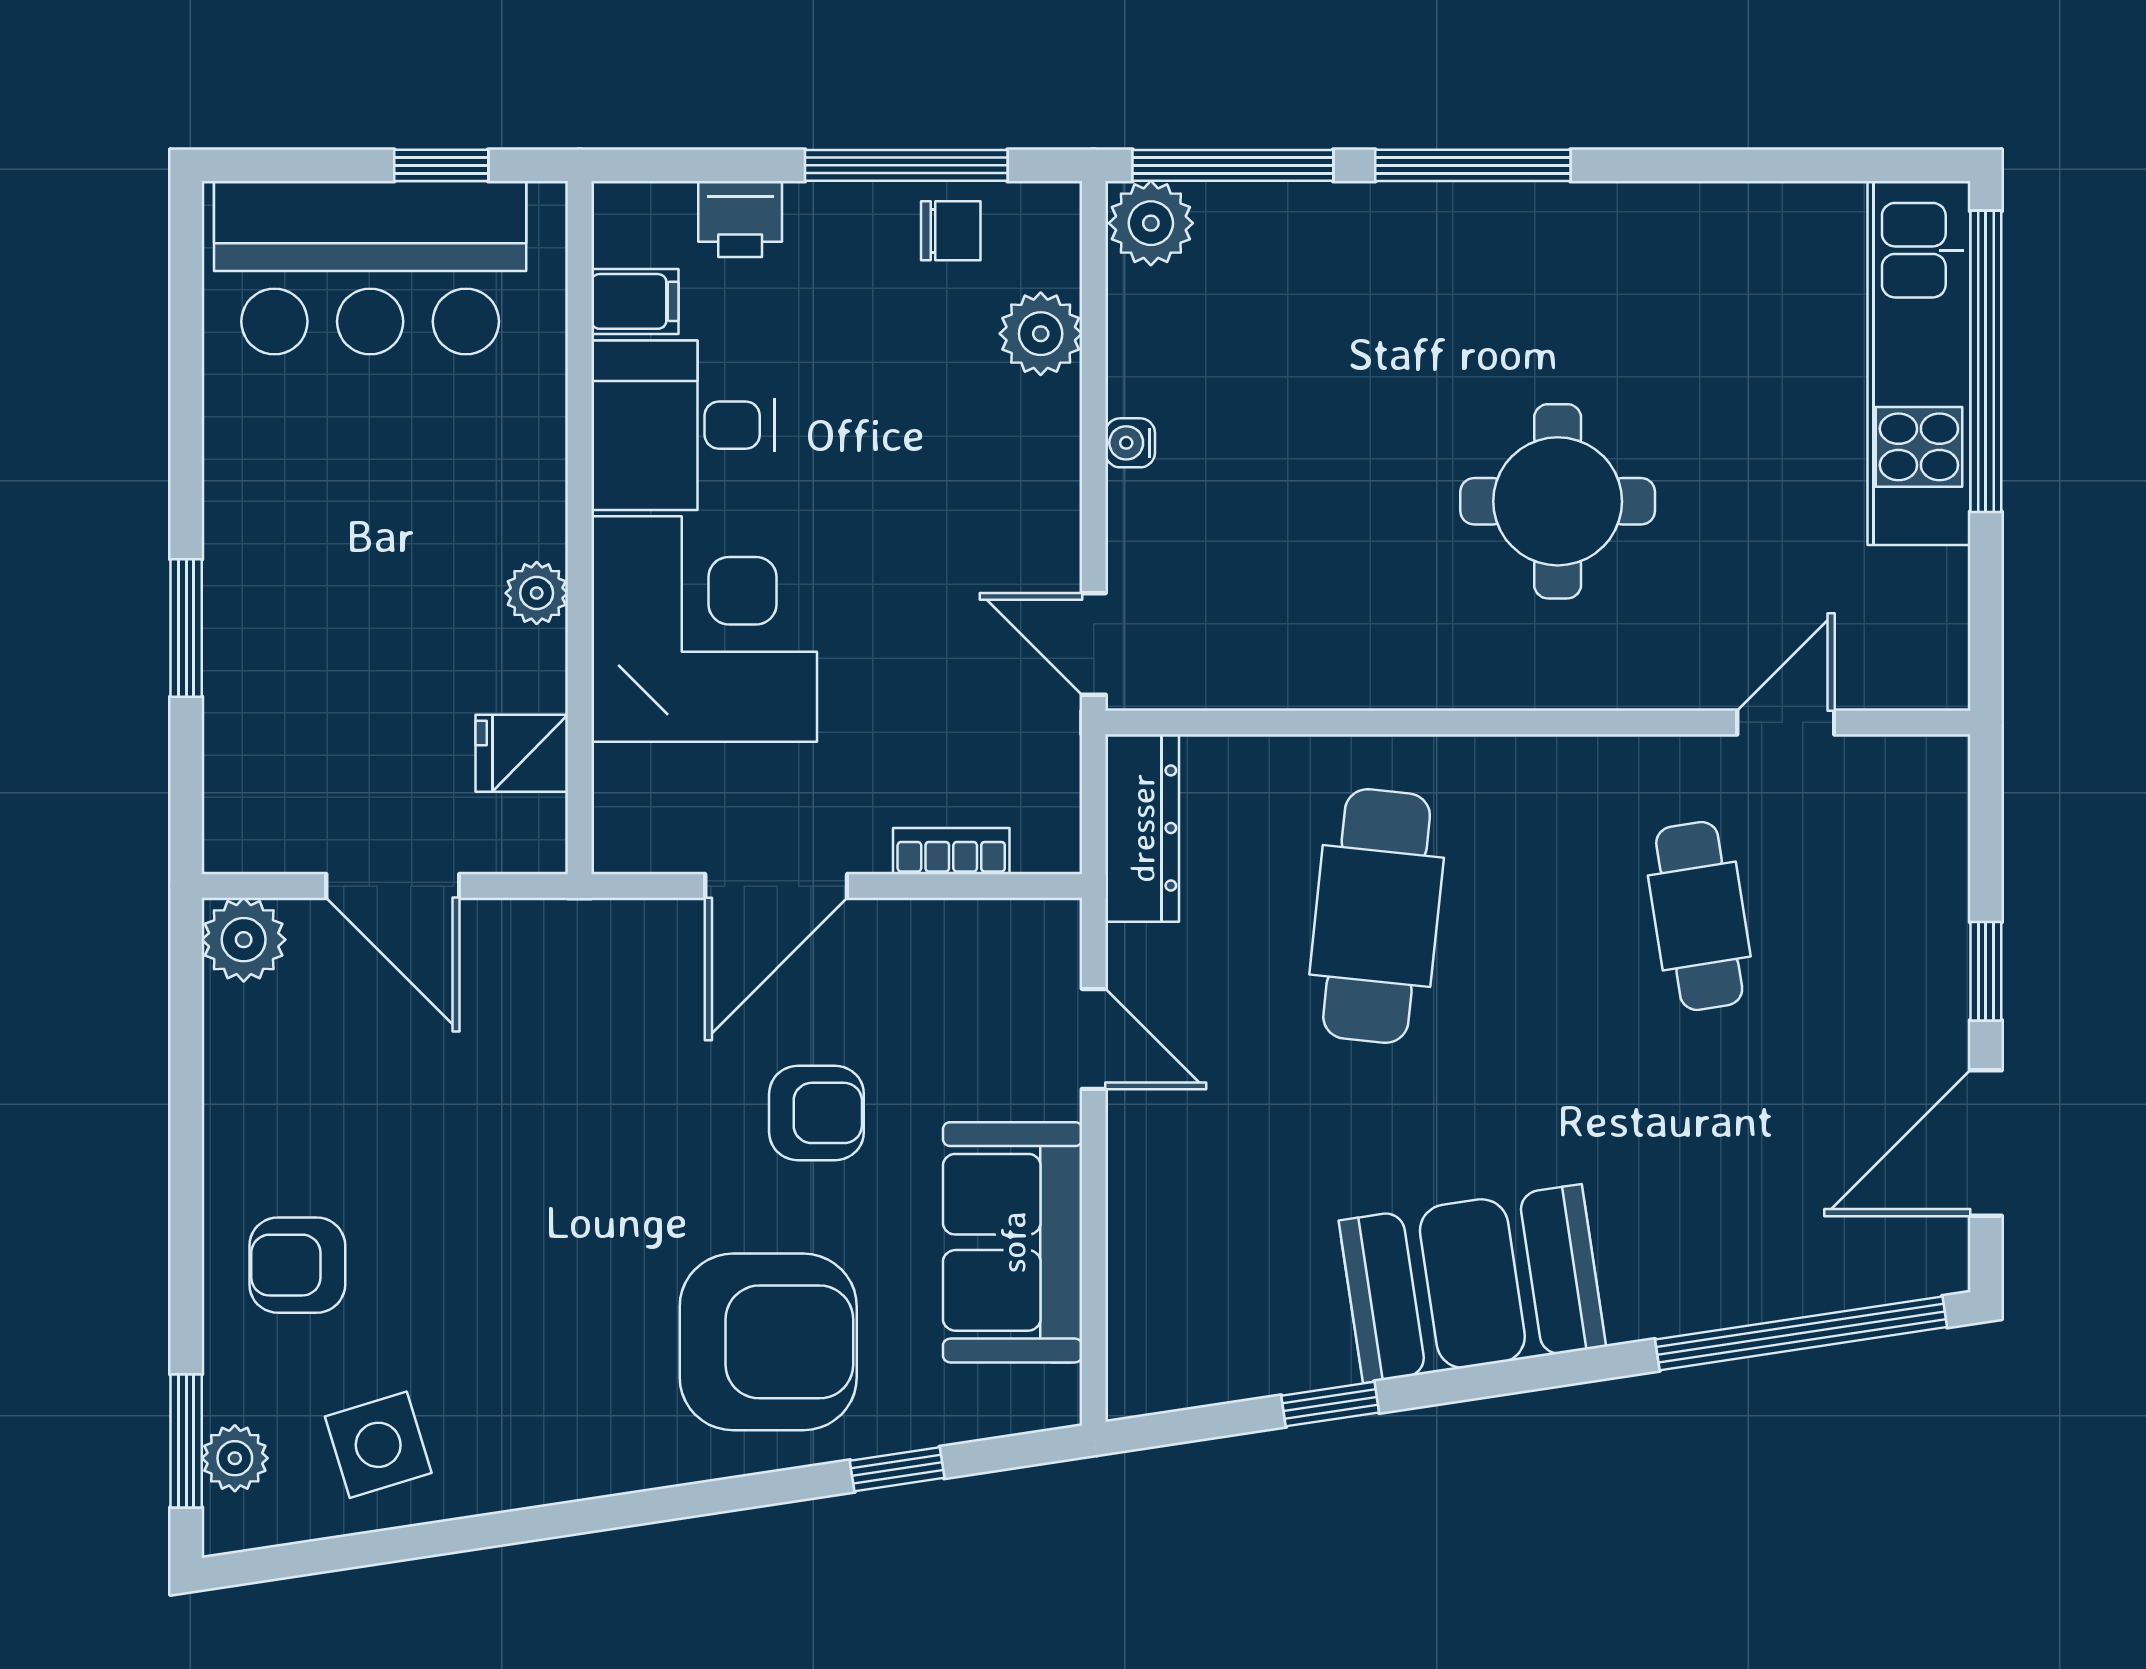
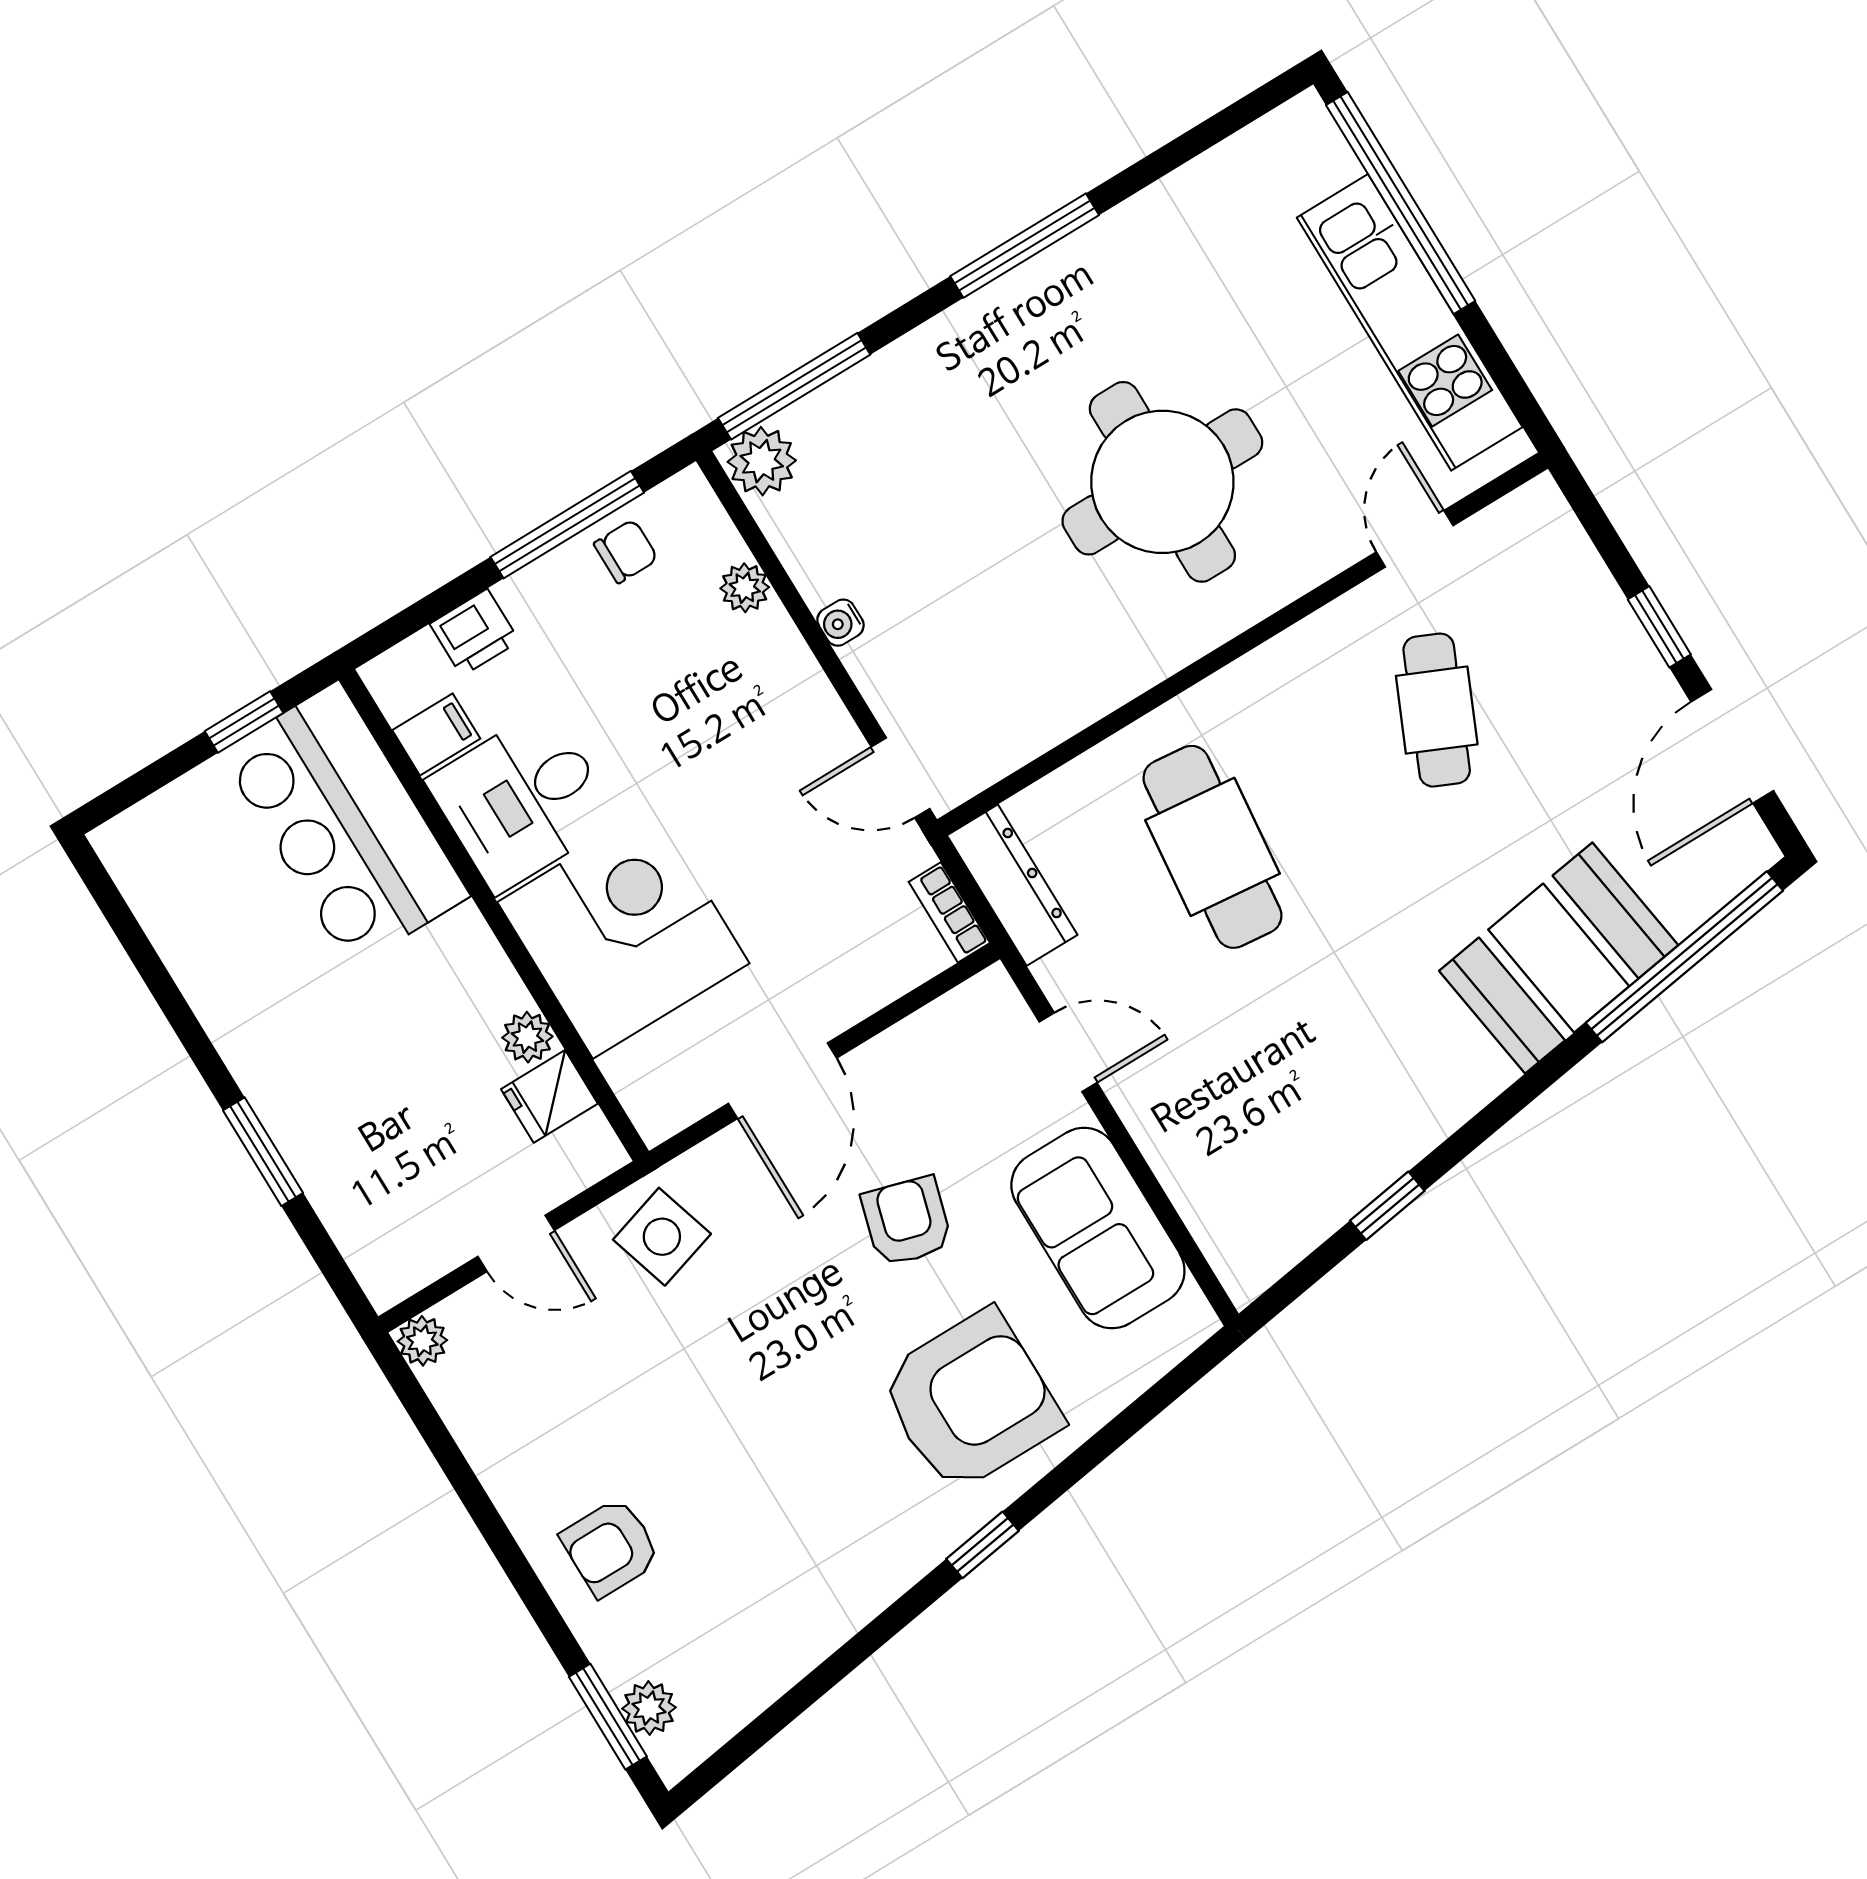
window: (1473, 165) -> (1025, 246), moved
bar counter: (370, 268) -> (345, 824), moved, turned 90
plant: (1041, 334) -> (745, 588), width x0.73, depth x0.73
kitchen unit: (1919, 363) -> (1410, 322), moved
round table: (1558, 501) -> (1162, 482), width x1.36, depth x1.36
plant: (537, 593) -> (527, 1037), moved
bookcase: (951, 851) -> (949, 912), moved, turned -90
door: (393, 886) -> (516, 1243), width x0.73
cafe table: (1699, 916) -> (1437, 710), turned 33
plant: (244, 940) -> (422, 1341), width x0.73, depth x0.73
armchair: (816, 1113) -> (907, 1221), turned -74
booth: (1472, 1284) -> (1559, 958), moved
side table: (378, 1445) -> (662, 1237), moved
window: (897, 1469) -> (983, 1545), moved

